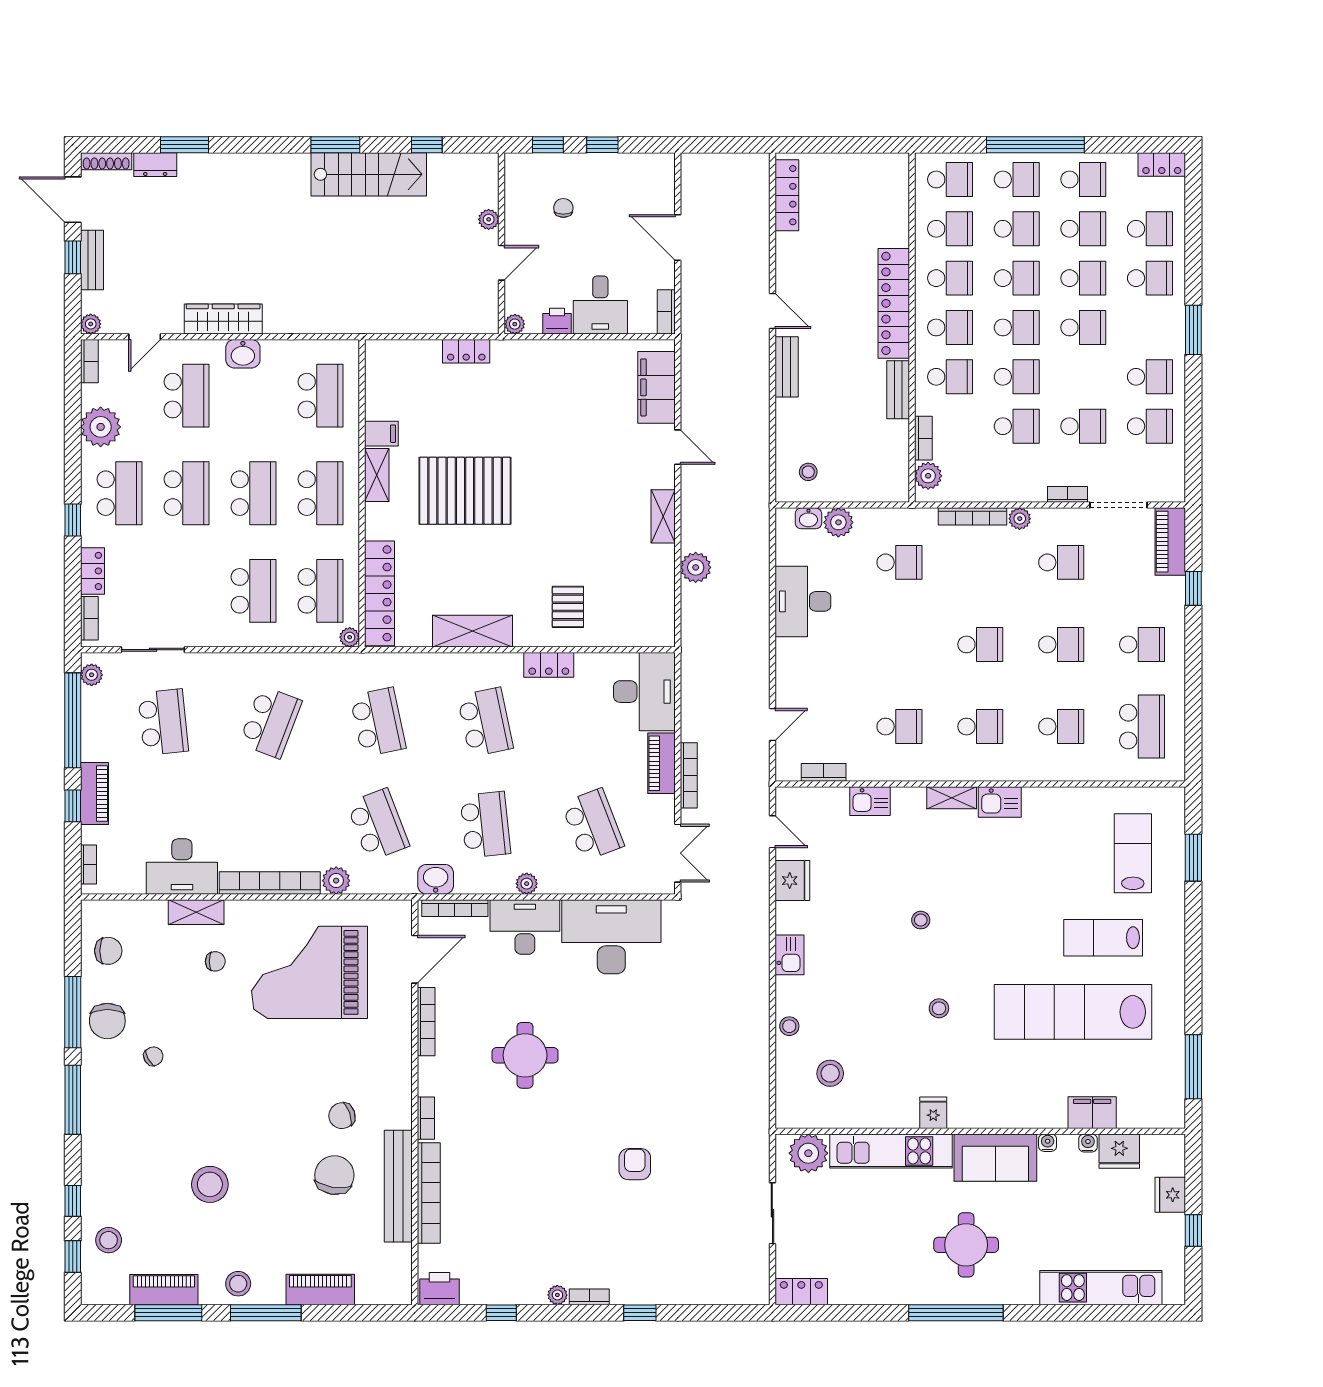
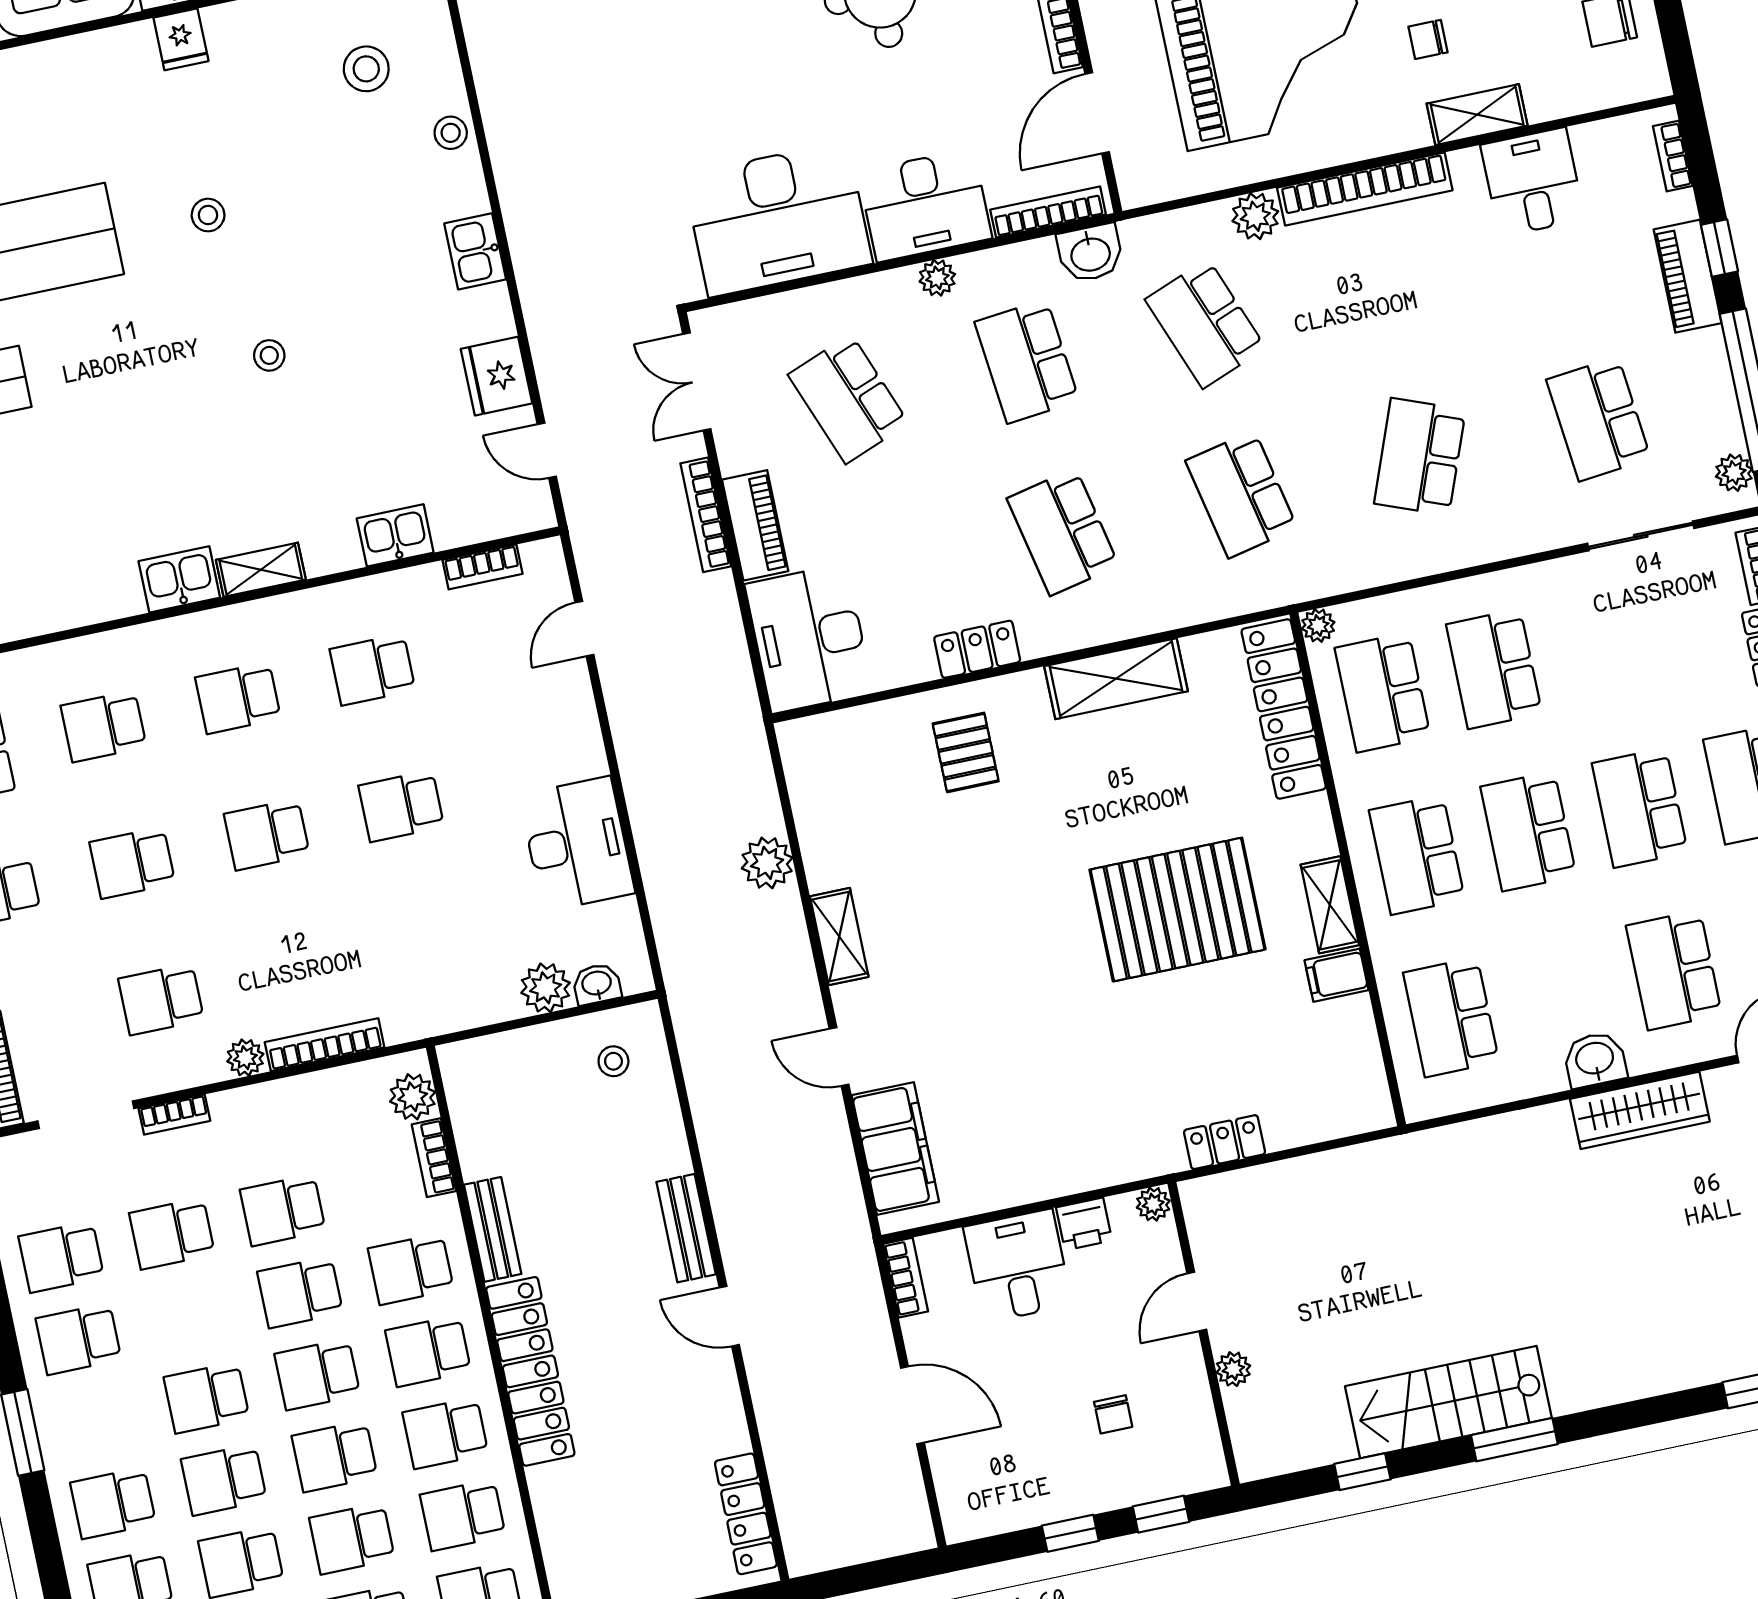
school desk: (899, 562) -> (401, 806), moved
desk: (182, 867) -> (1533, 182), width x0.73

